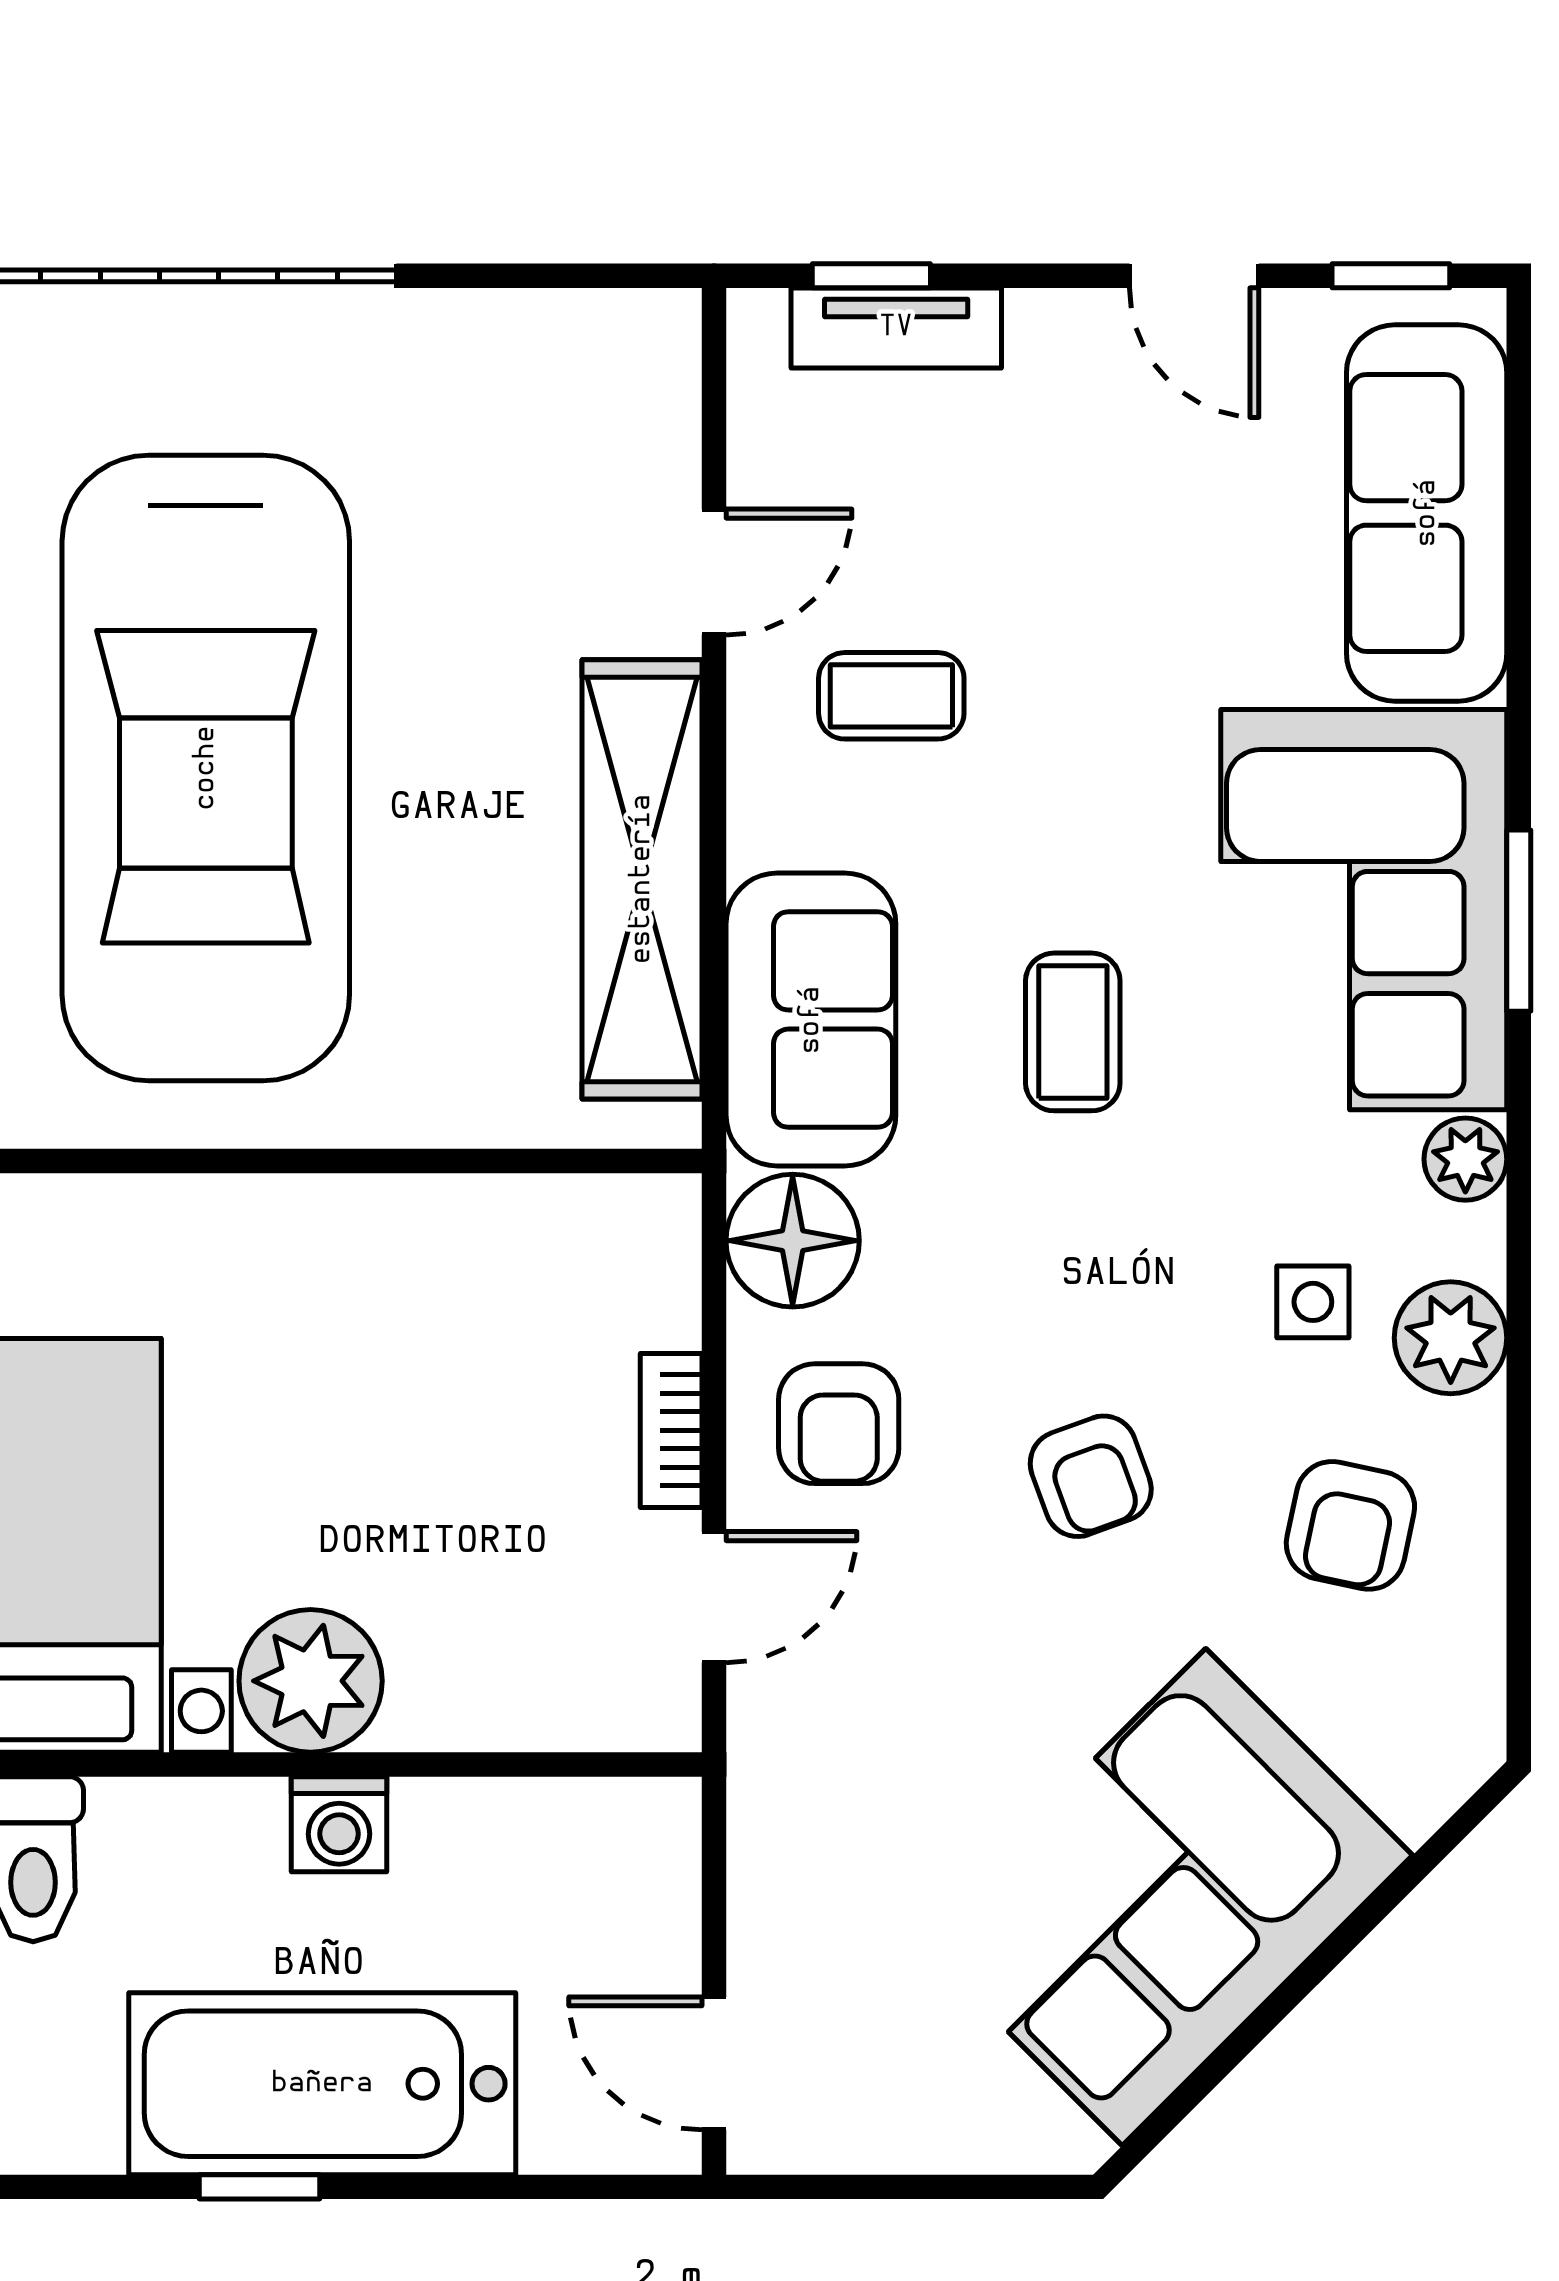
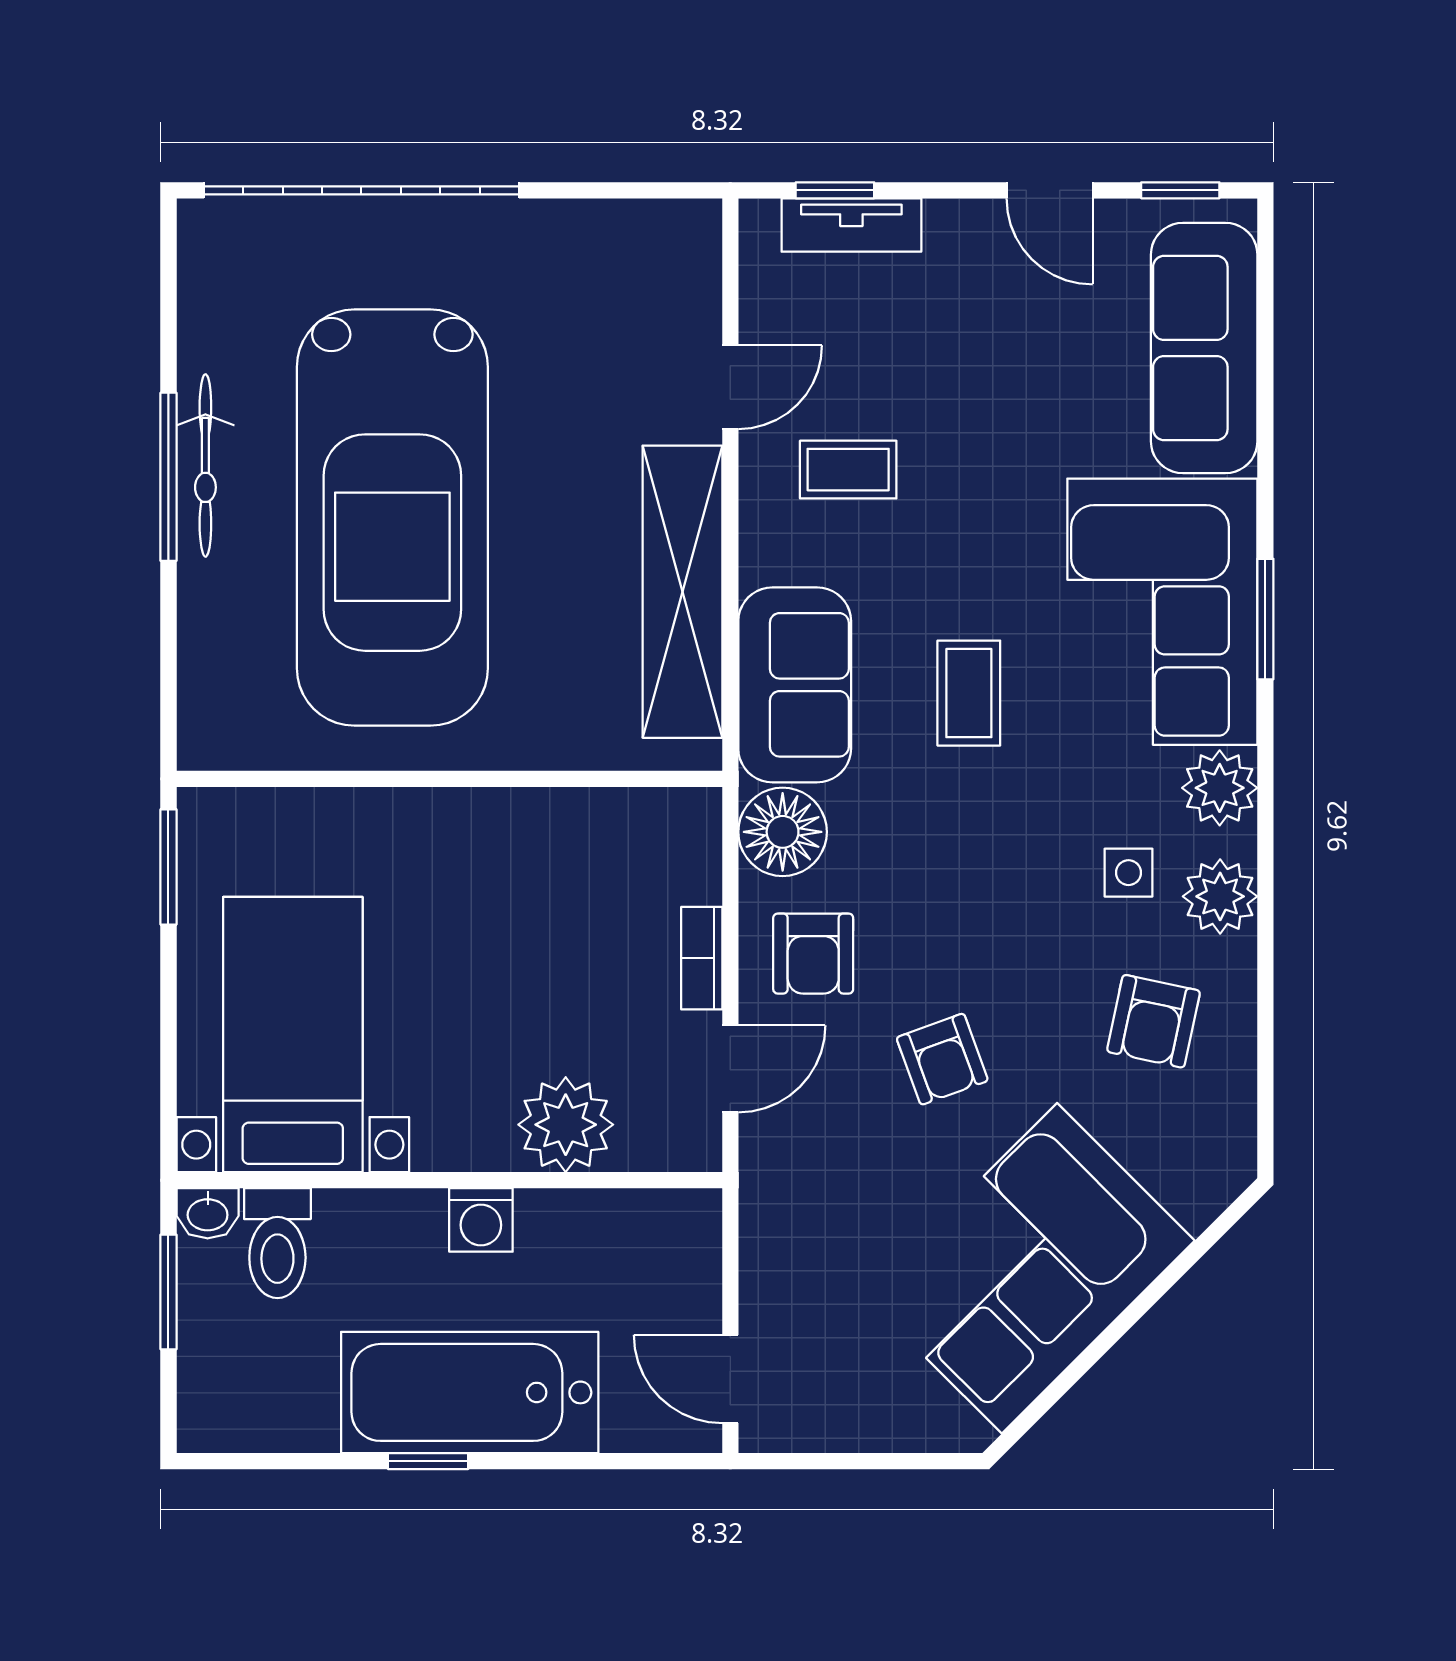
plant: (1465, 1159) -> (1220, 788), width x1.38, depth x1.38
armchair: (1091, 1476) -> (942, 1059), moved
plant: (311, 1681) -> (566, 1125), moved

